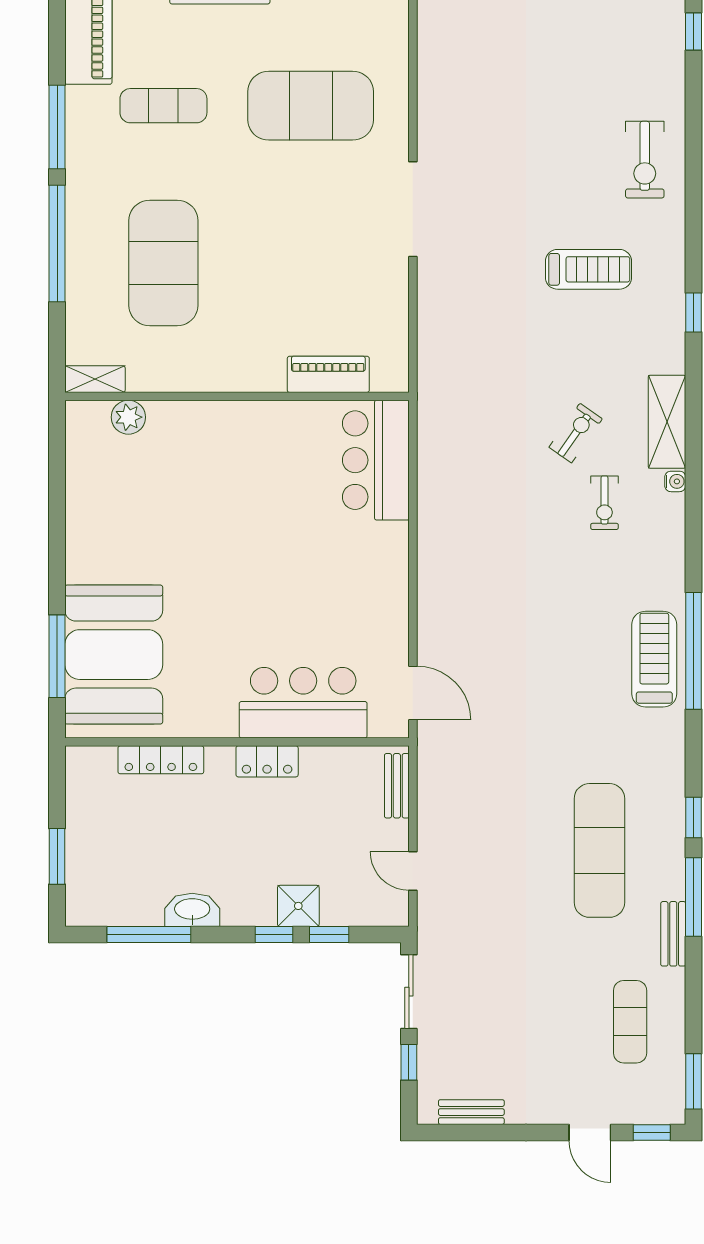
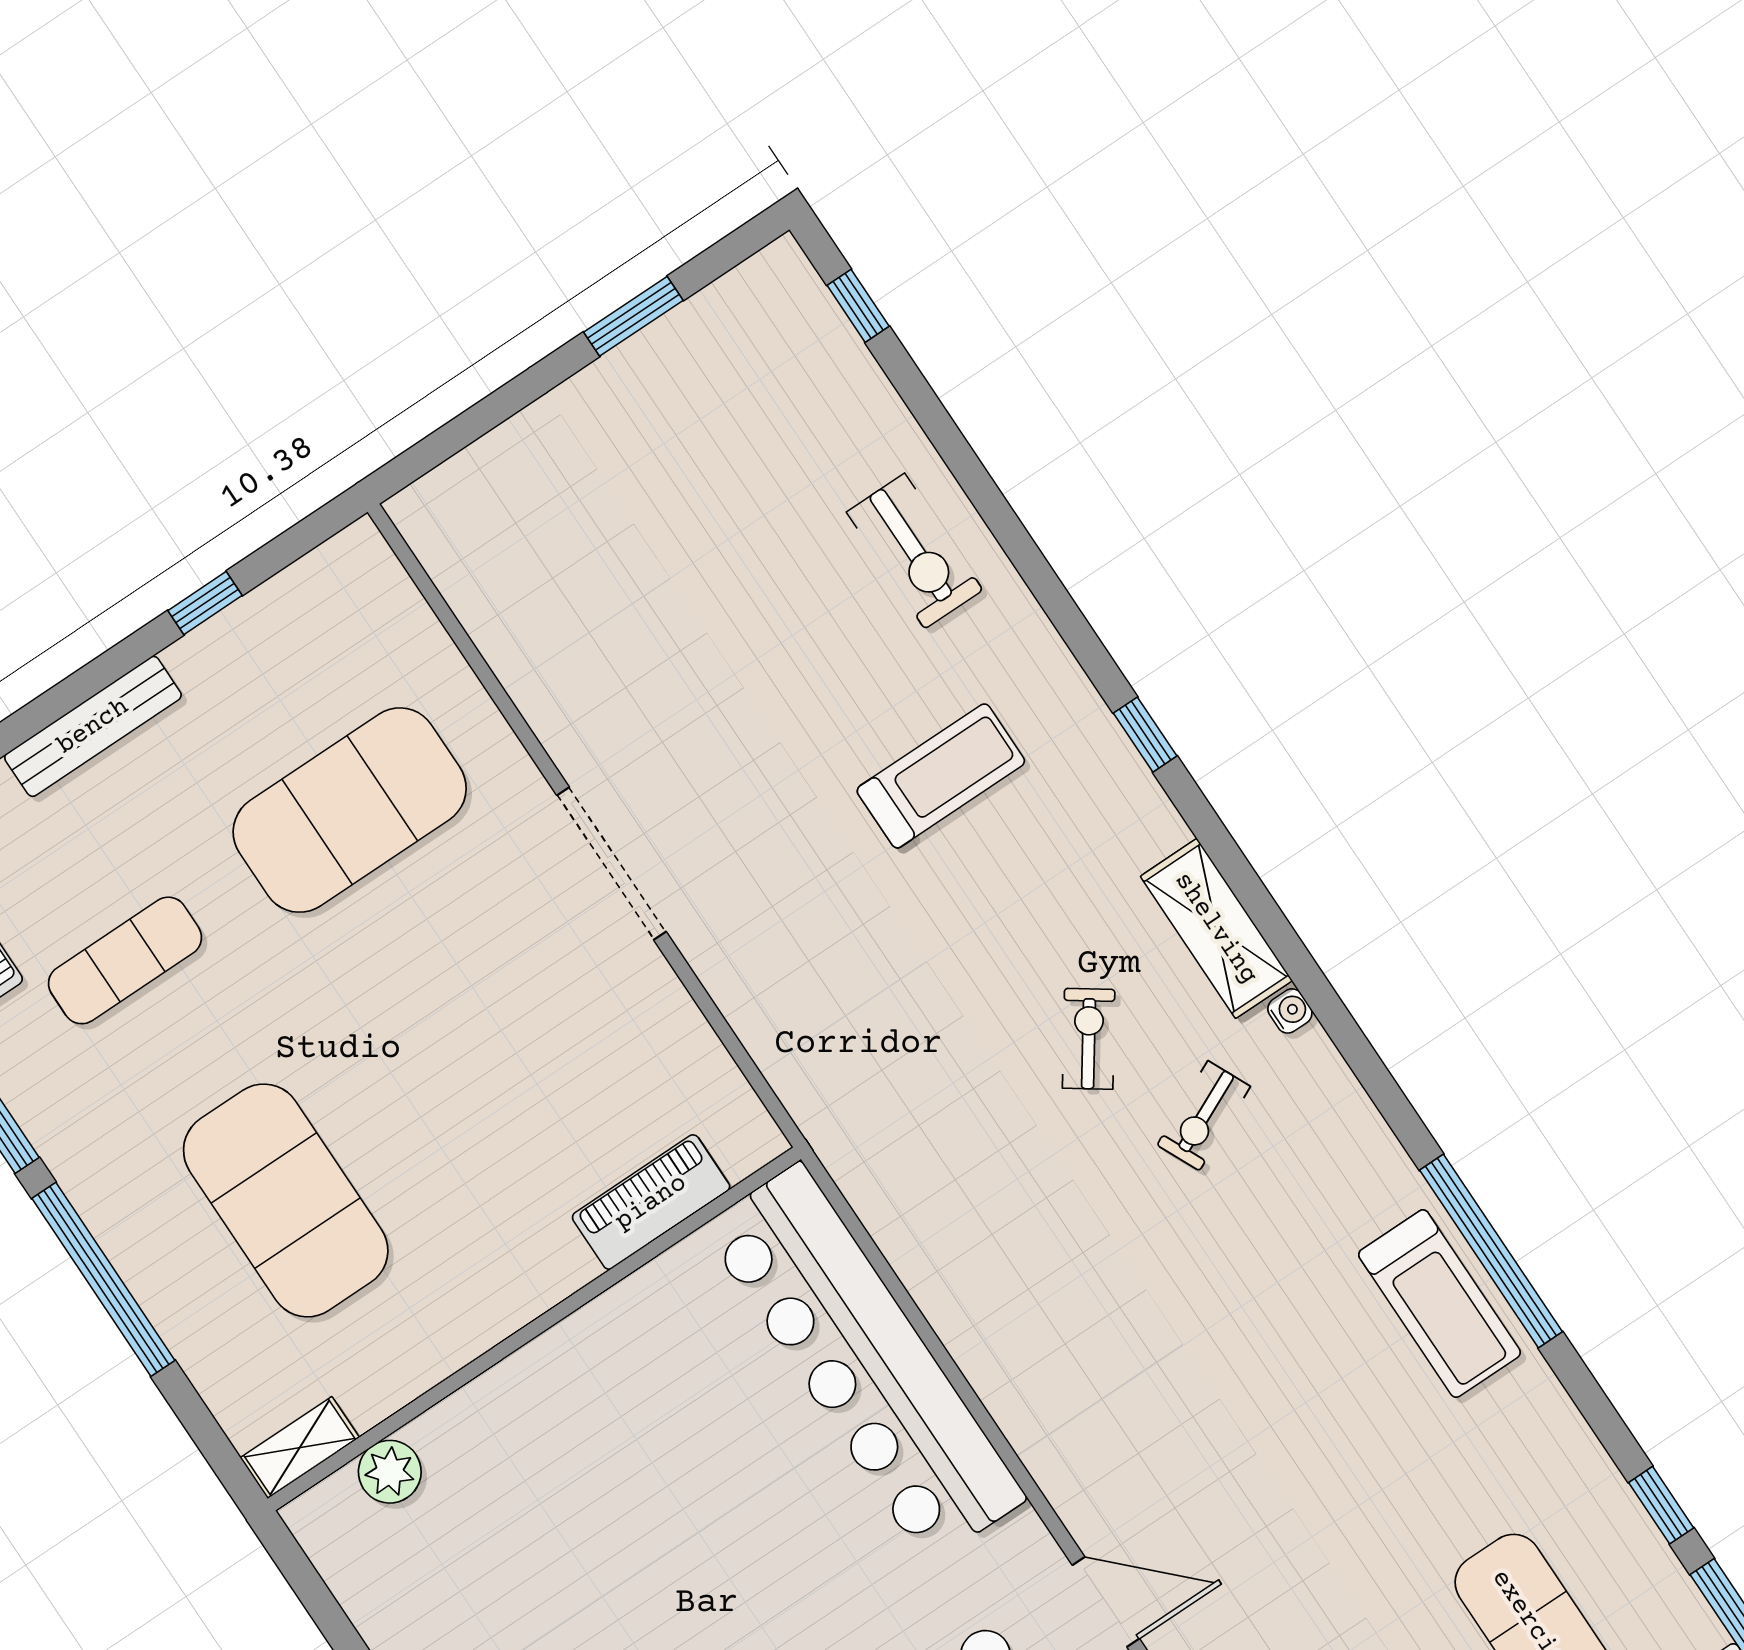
bar counter: (376, 460) -> (864, 1363), width x1.86
exercise bike: (604, 503) -> (1204, 1116), turned 65
treadmill: (654, 659) -> (1440, 1304), turned 180

